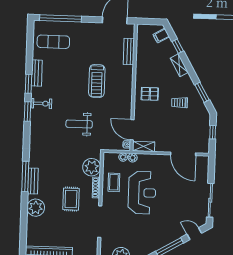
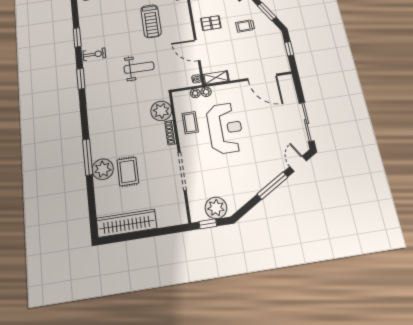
bench: (37, 73) -> (85, 25), removed
window: (28, 112) -> (81, 79), moved
weight bench: (79, 124) -> (139, 68), turned 180
door: (132, 130) -> (197, 50), moved
window: (25, 177) -> (88, 157), moved
bench: (33, 181) -> (95, 139), removed
rug: (71, 199) -> (128, 171), moved
door: (194, 234) -> (298, 164), hinge flipped

